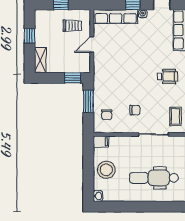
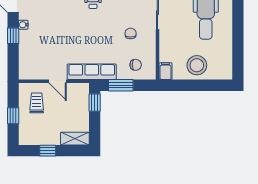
row of seats: (116, 17) -> (92, 72), moved, turned -90
washbasin: (98, 196) -> (226, 75), removed

